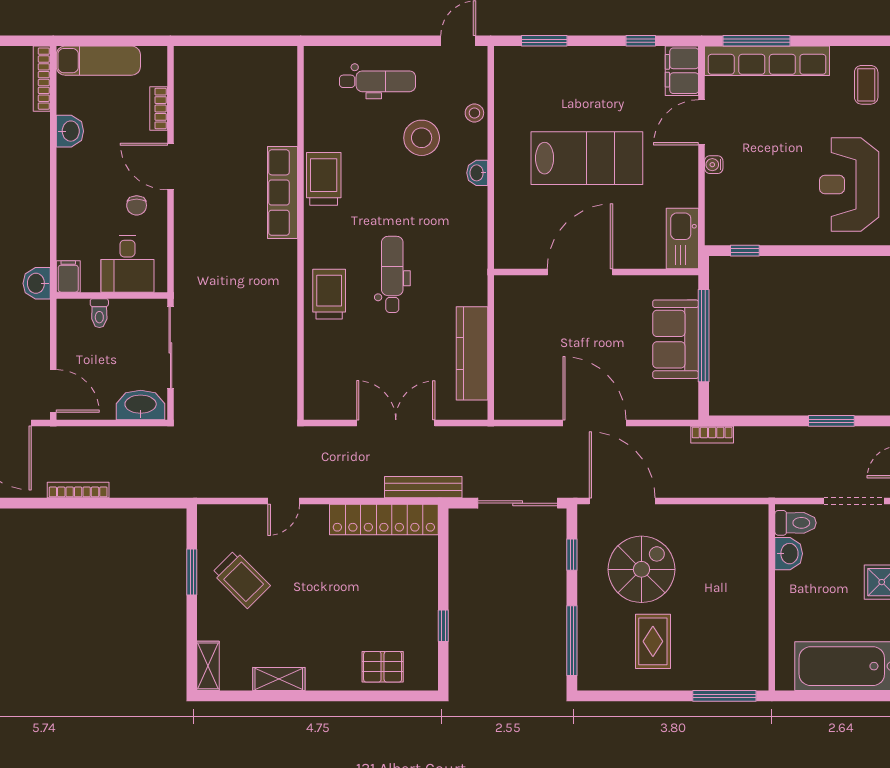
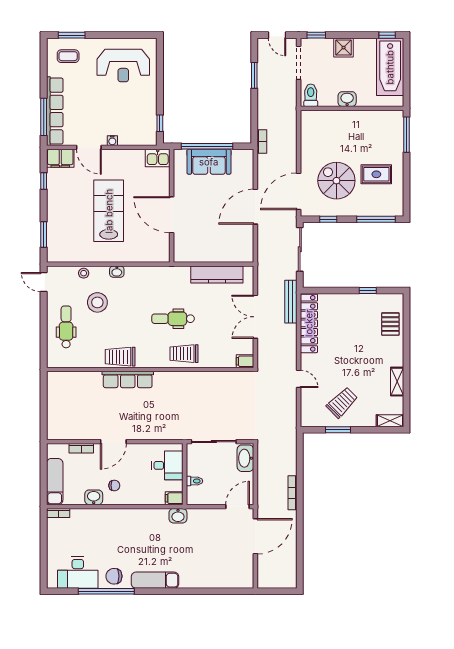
bookcase: (42, 79) -> (58, 513), width x0.64
chair: (137, 205) -> (114, 485), moved
kitchen sink: (682, 238) -> (158, 158), width x0.73
filing cabinet: (315, 404) -> (245, 361), added
washbasin: (789, 554) -> (347, 99), moved

